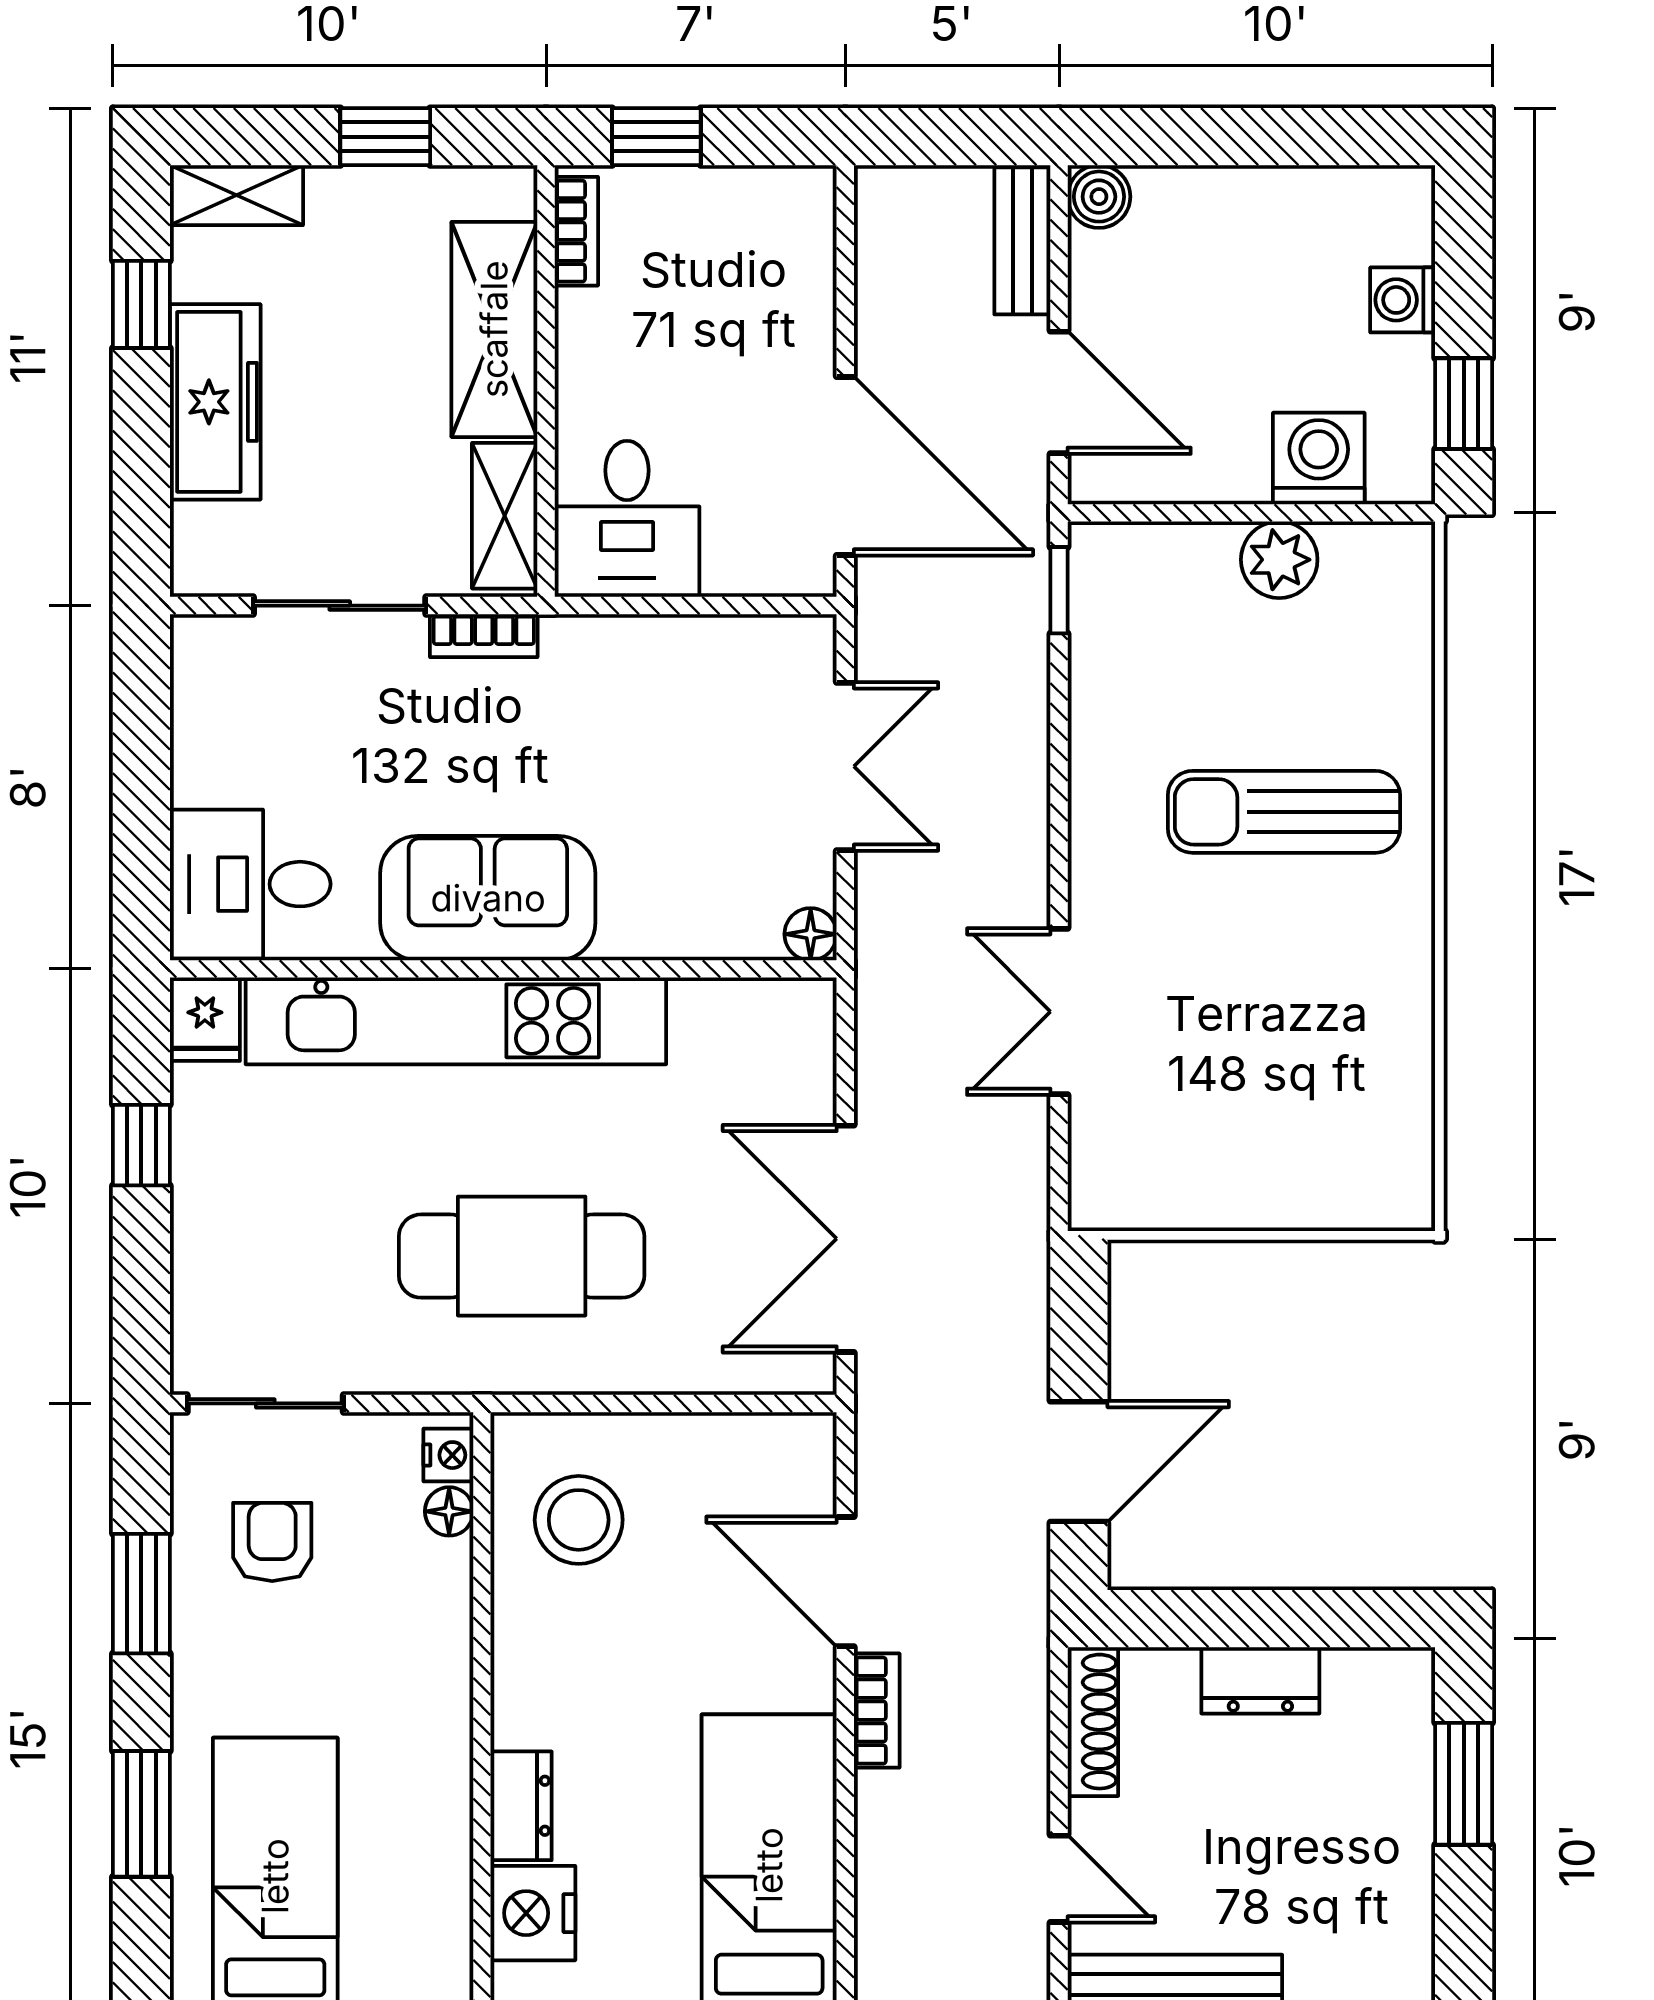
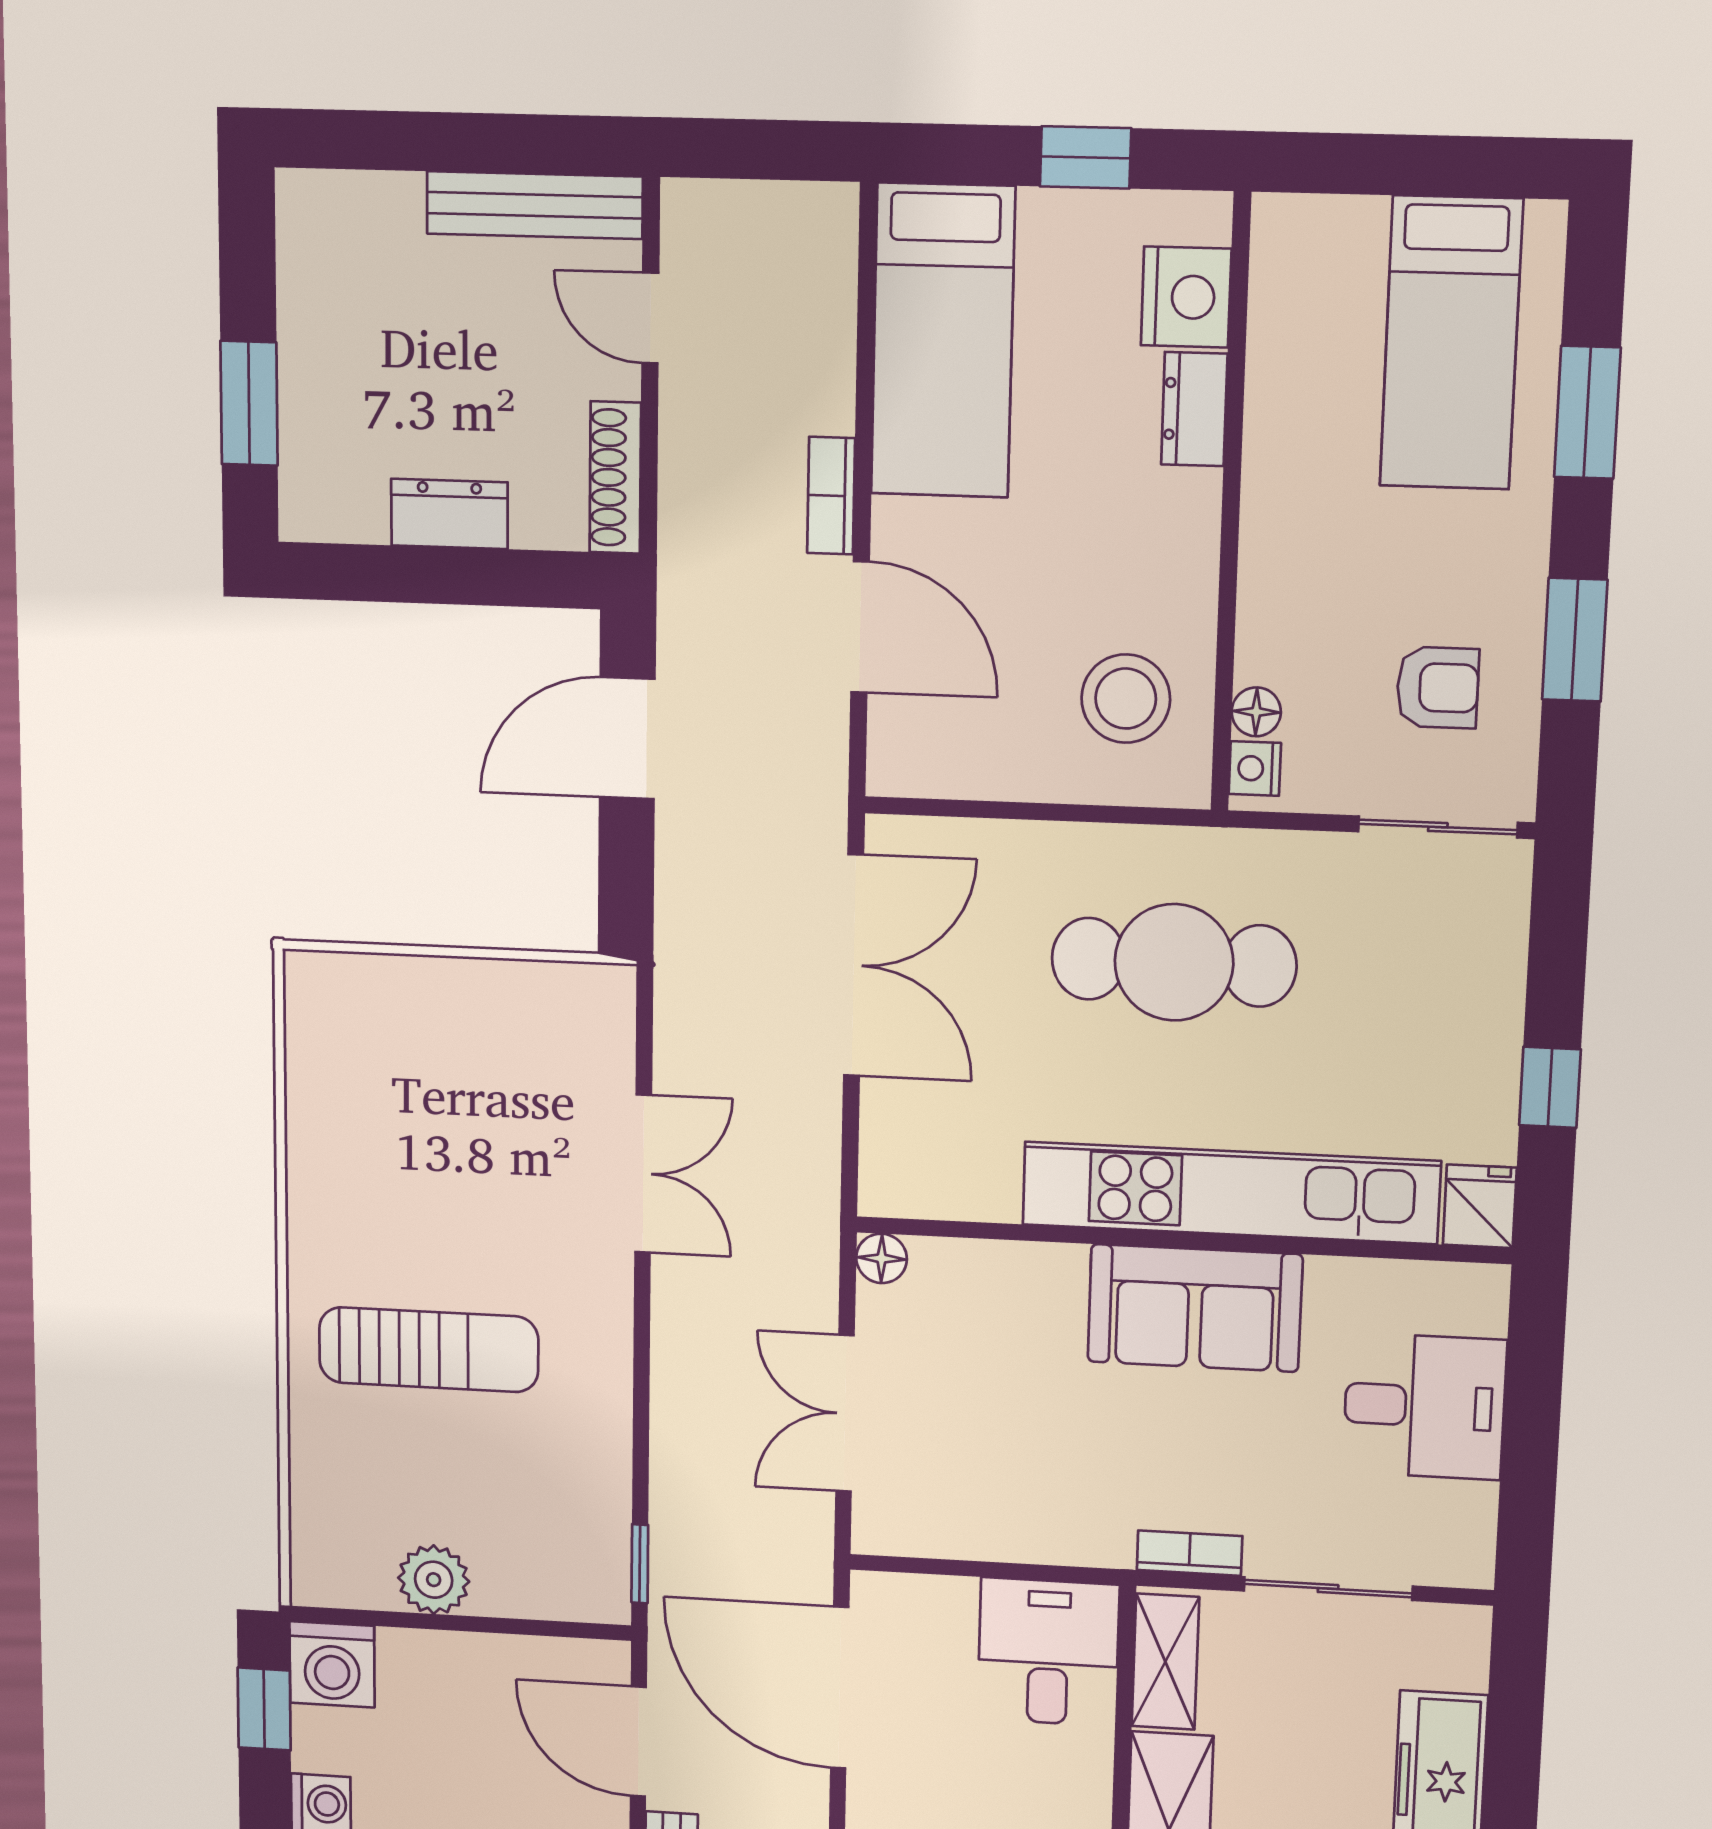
washing machine: (1319, 459) -> (332, 1664), moved
desk: (250, 884) -> (1424, 1406), moved
armchair: (272, 1542) -> (1438, 687), turned -90

